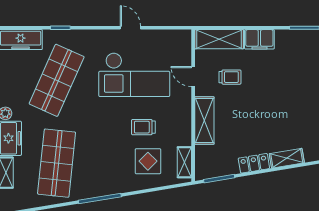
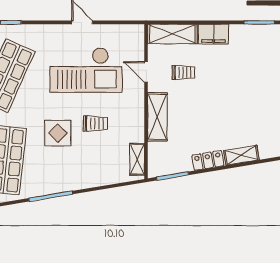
trolley: (143, 127) -> (95, 123), turned 180
display table: (148, 161) -> (58, 133), moved

